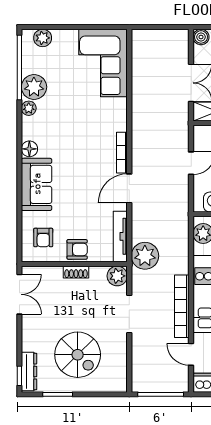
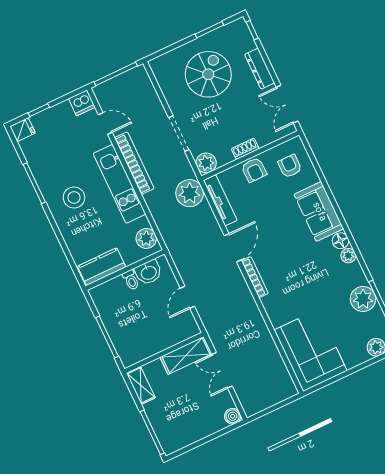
plant: (29, 108) -> (348, 256), moved
armchair: (77, 249) -> (254, 170), turned -91
spiral stairs: (78, 355) -> (208, 74), turned 90
dresser: (29, 371) -> (260, 69), moved

